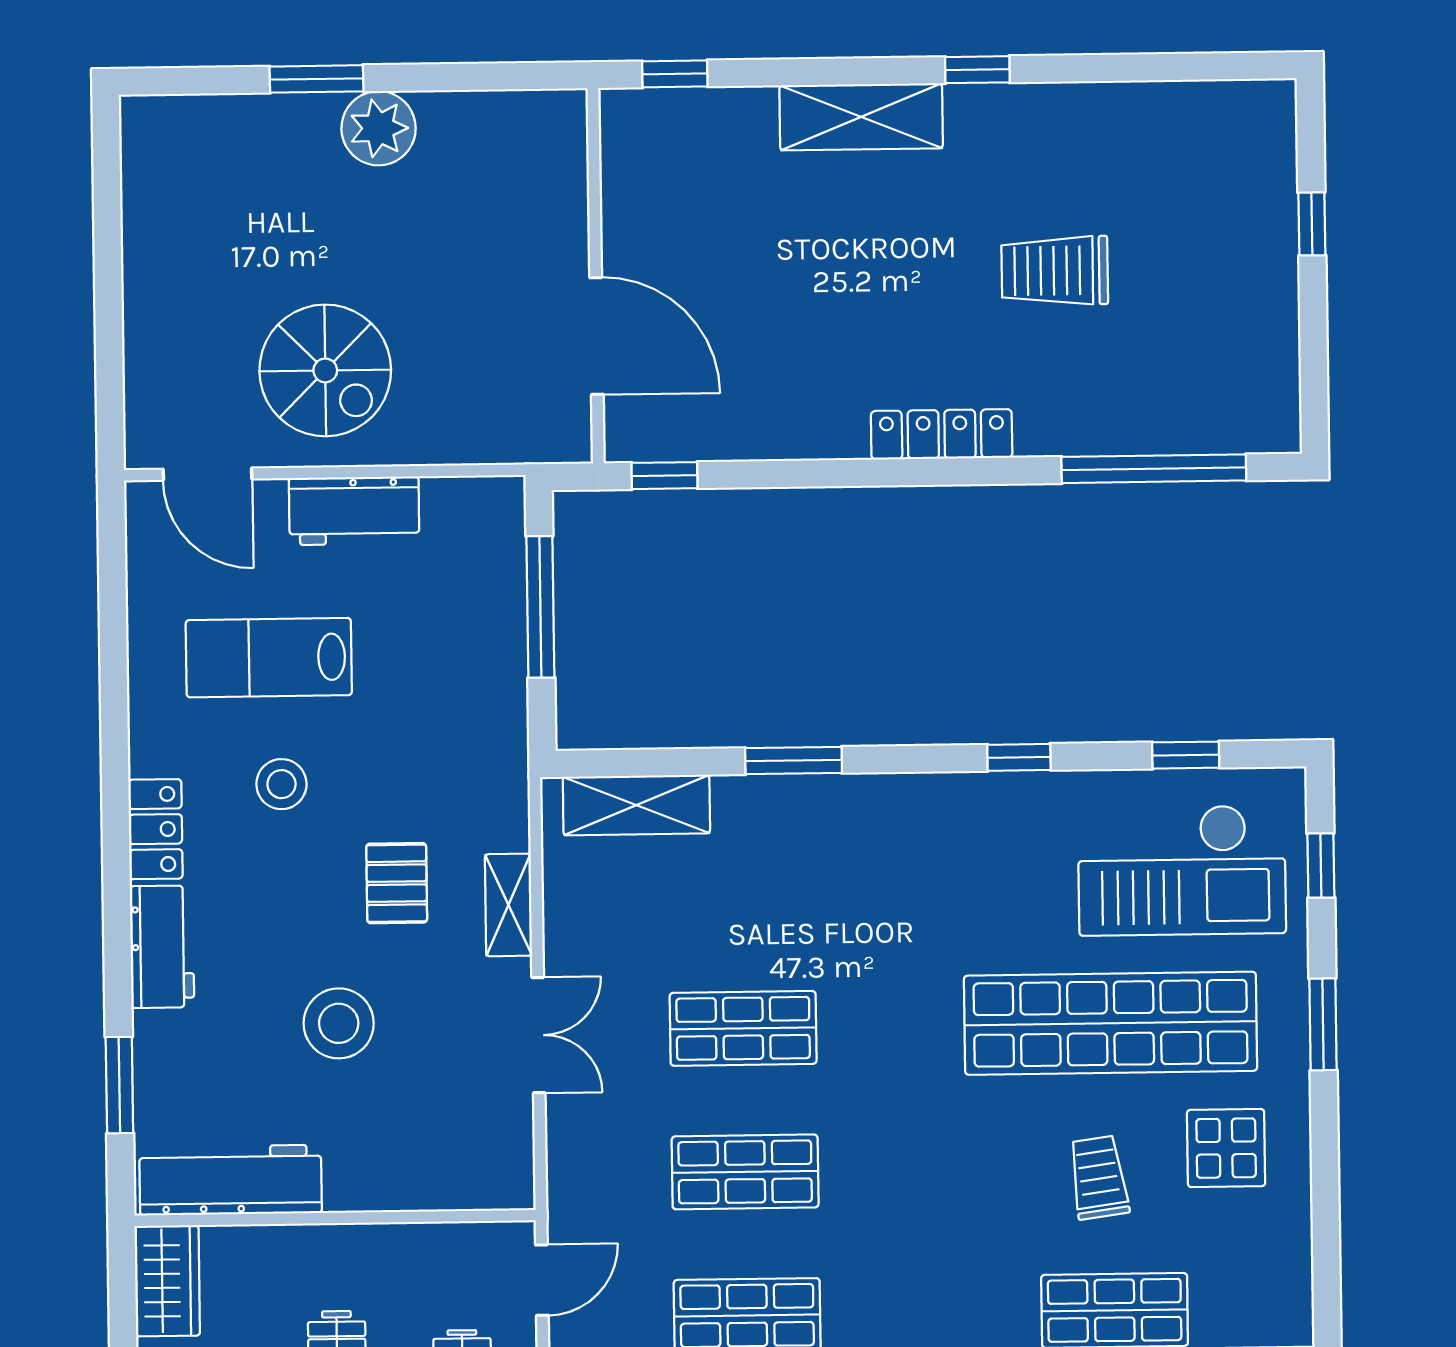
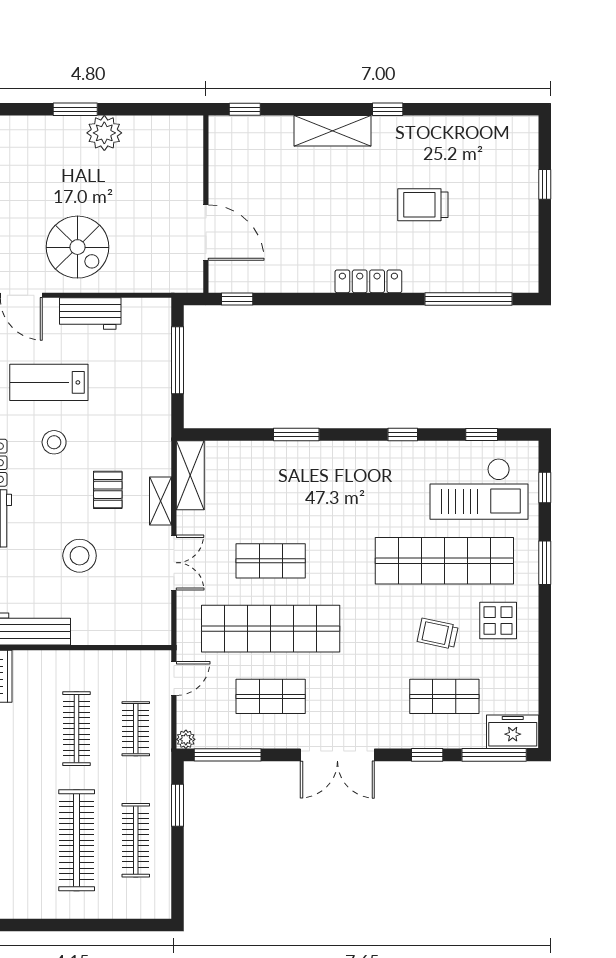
shelving: (636, 805) -> (190, 475), moved, turned 90
shop shelf: (745, 1172) -> (271, 629), width x2.00, depth x1.36
trolley: (1099, 1178) -> (438, 634), turned -70

